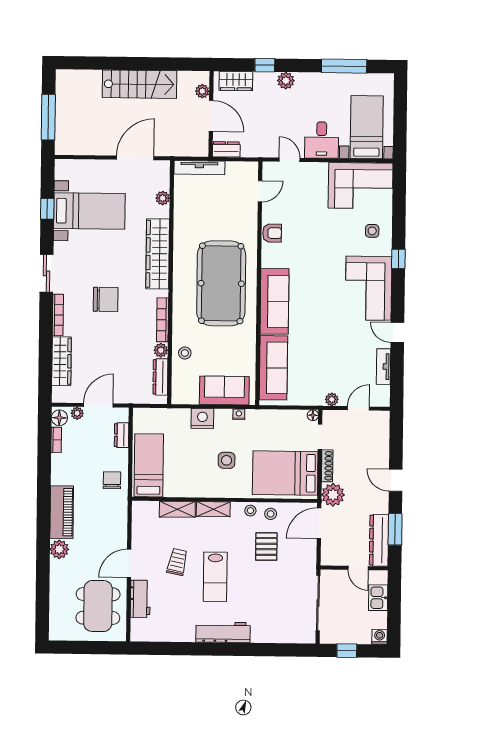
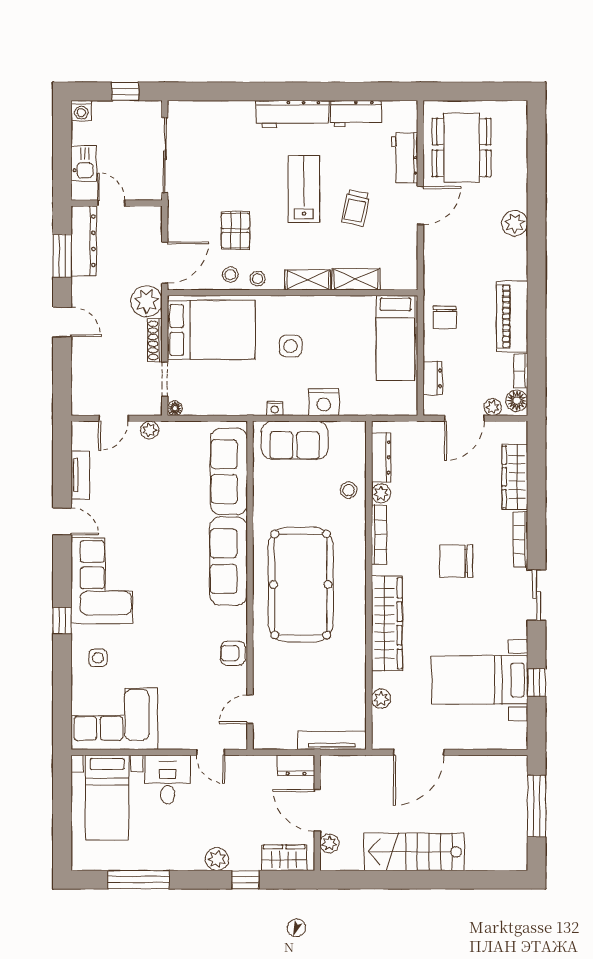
piano: (62, 512) -> (512, 316), moved
workbench: (176, 632) -> (356, 114), added

